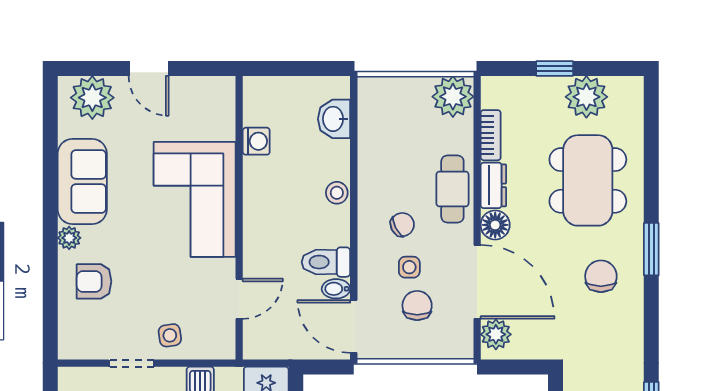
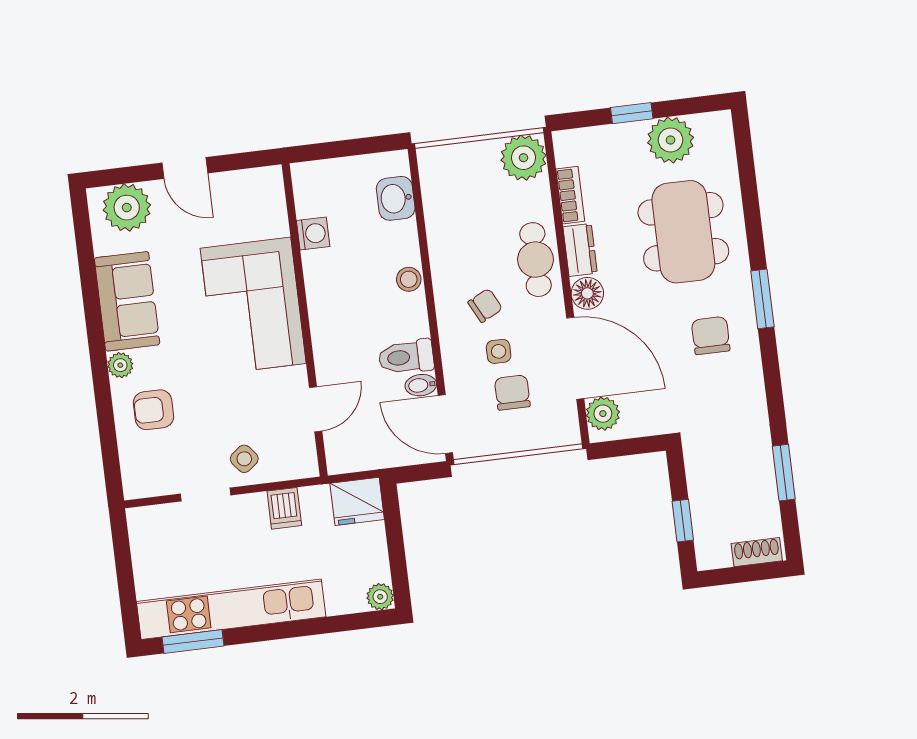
side table: (170, 335) -> (244, 459), turned -31

